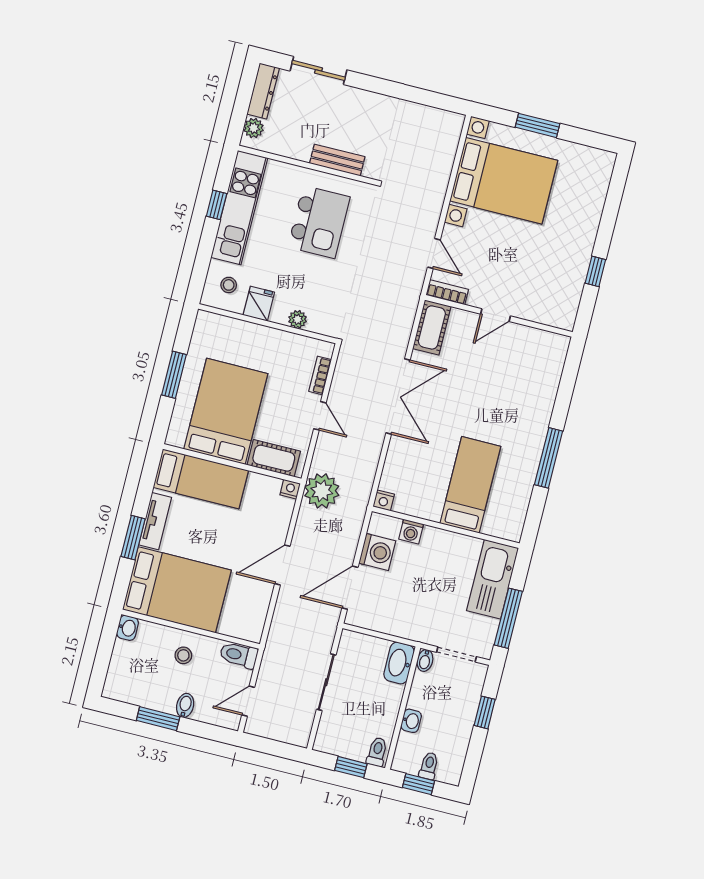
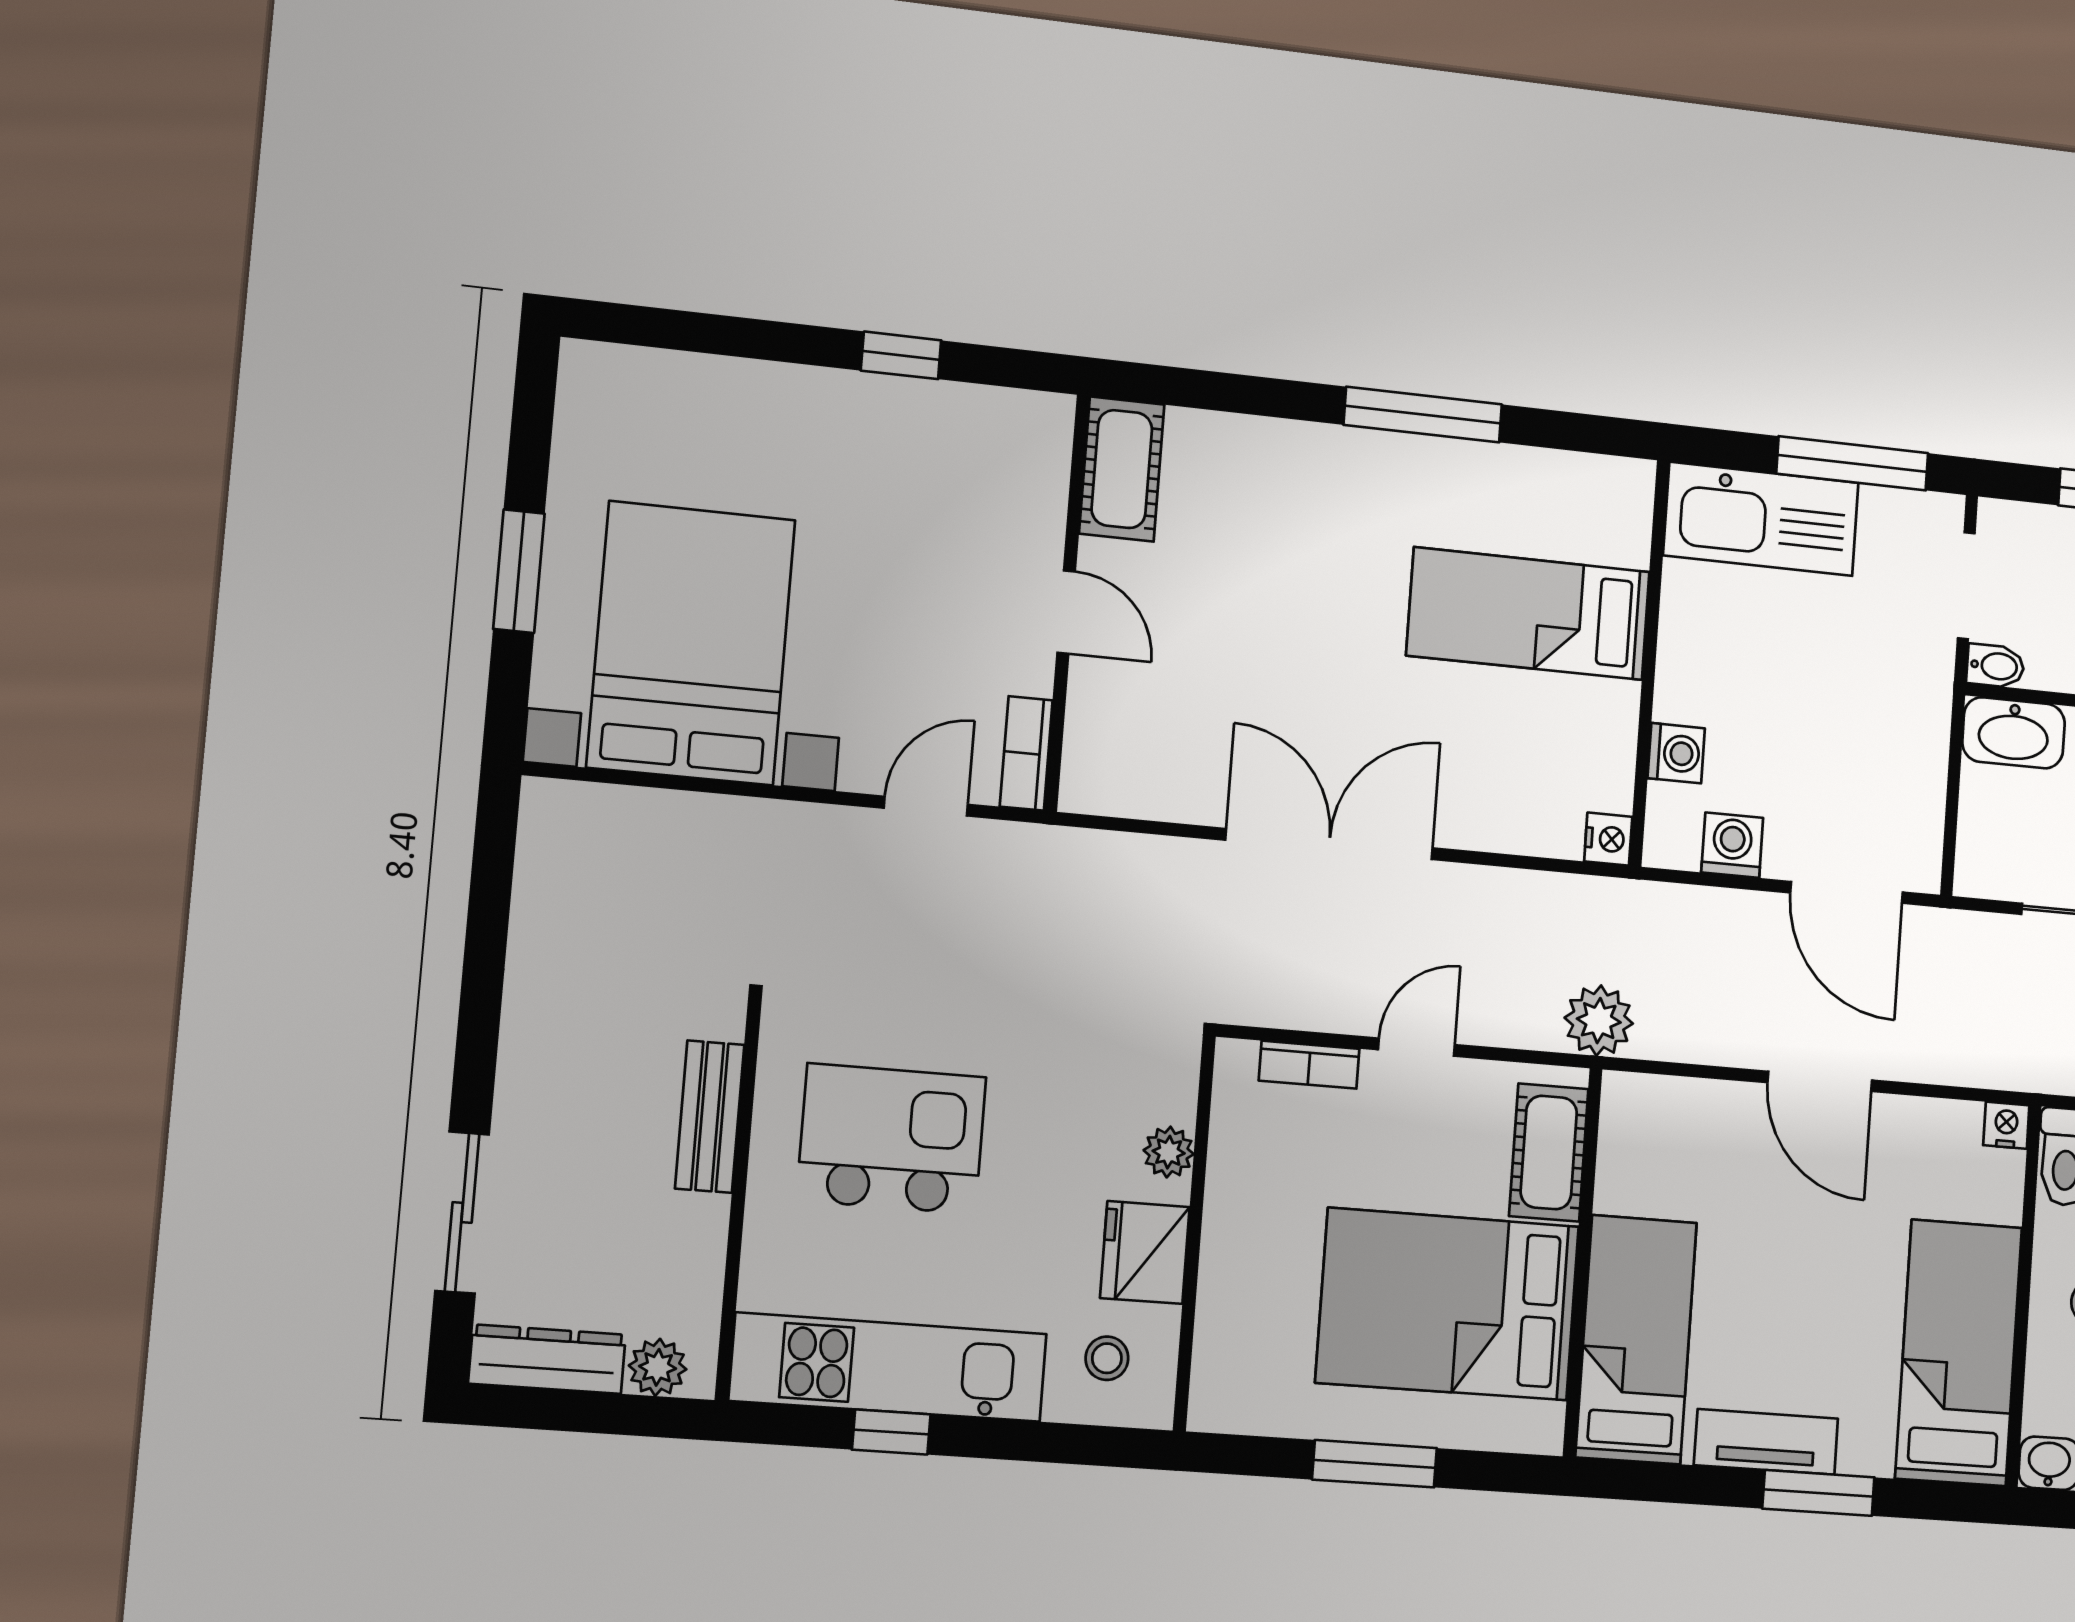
fridge: (259, 304) -> (1145, 1252), width x1.38
cot: (432, 327) -> (1122, 469), moved, turned 90
nightstand: (290, 489) -> (2006, 1125), moved, turned 90
plant: (322, 491) -> (1599, 1021), width x0.73, depth x0.73
washing machine: (377, 552) -> (1732, 845), width x0.73, depth x0.73
bed: (177, 590) -> (1959, 1353), width x0.67

